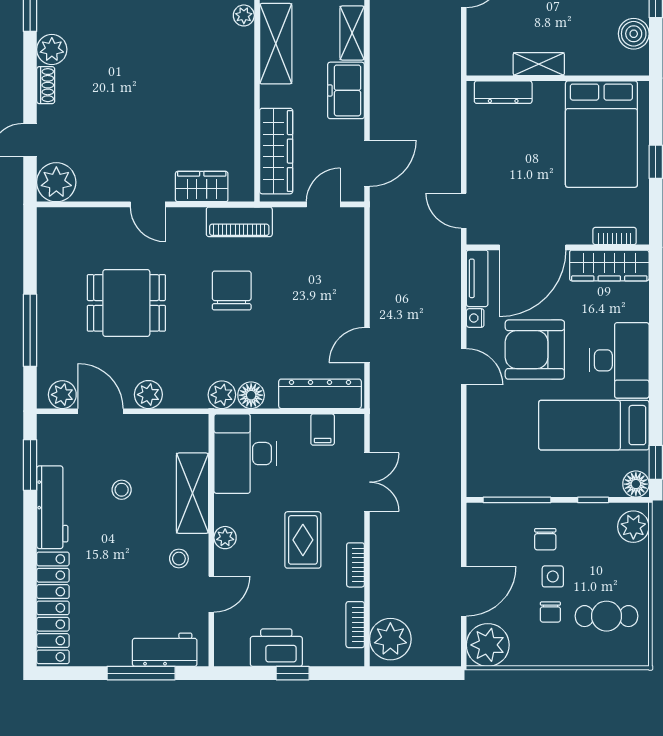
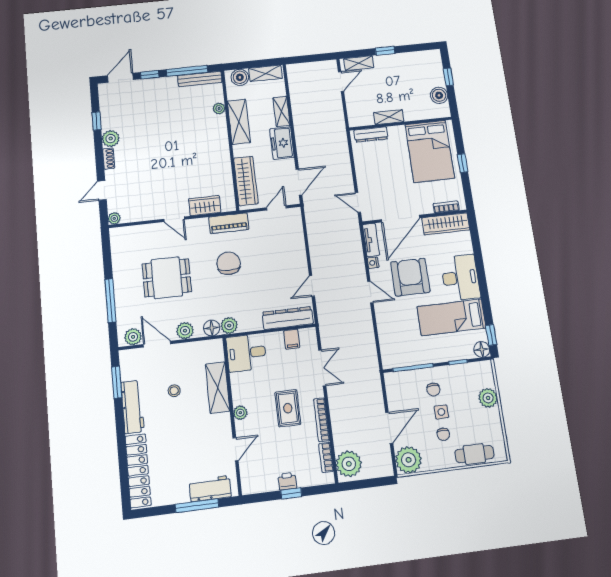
plant: (56, 182) -> (114, 218), width x0.53, depth x0.53
armchair: (535, 350) -> (410, 277), turned 90
floor lamp: (251, 395) -> (212, 328), moved
desk: (245, 454) -> (246, 353), width x0.73
plant: (633, 527) -> (488, 398), moved
stool: (179, 559) -> (213, 429), removed
bookcase: (356, 565) -> (322, 420), width x1.56
cafe table: (607, 616) -> (474, 454), moved
printer: (276, 648) -> (287, 481), width x0.53, depth x0.68

